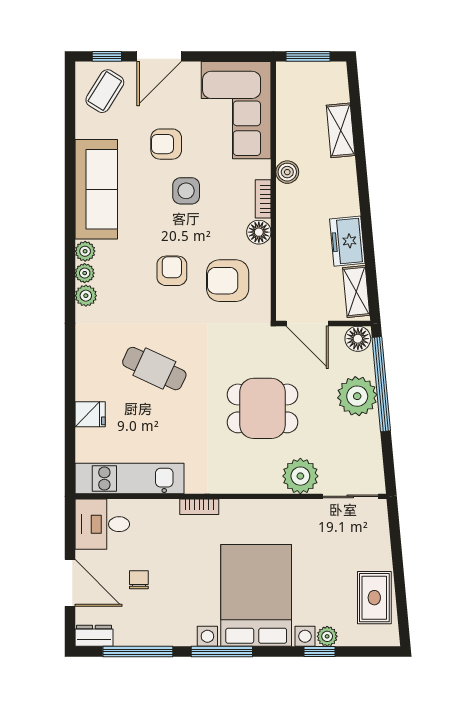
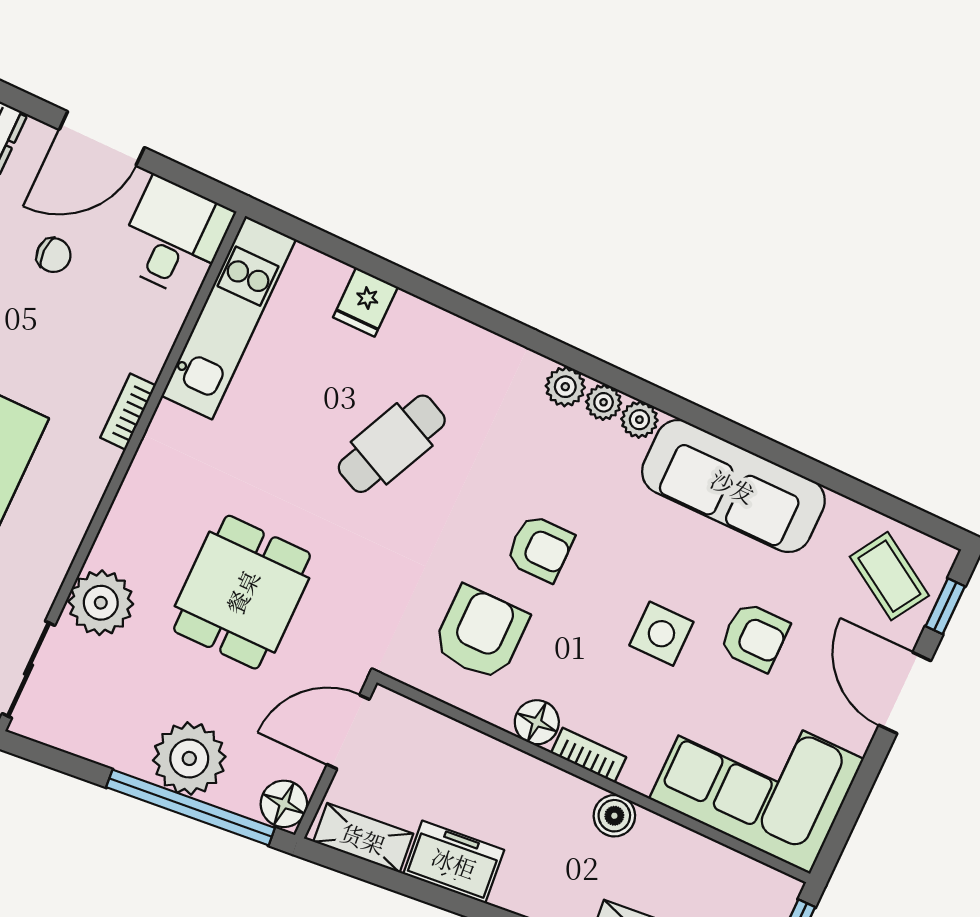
armchair: (166, 144) -> (754, 637), turned 90

